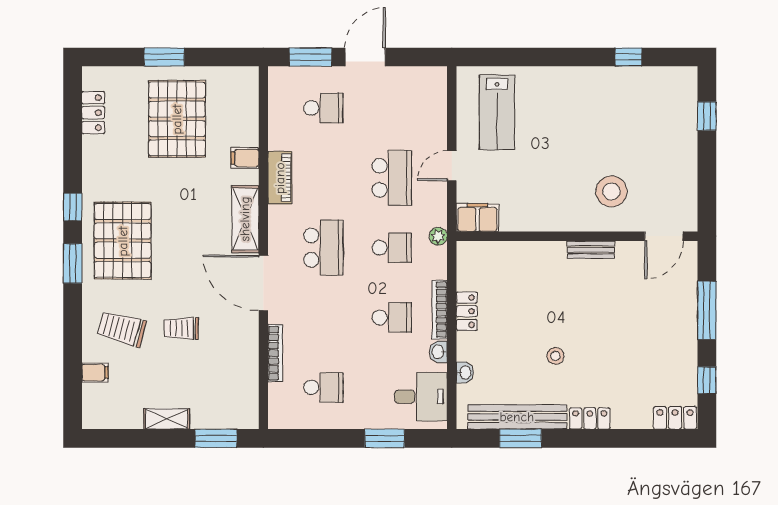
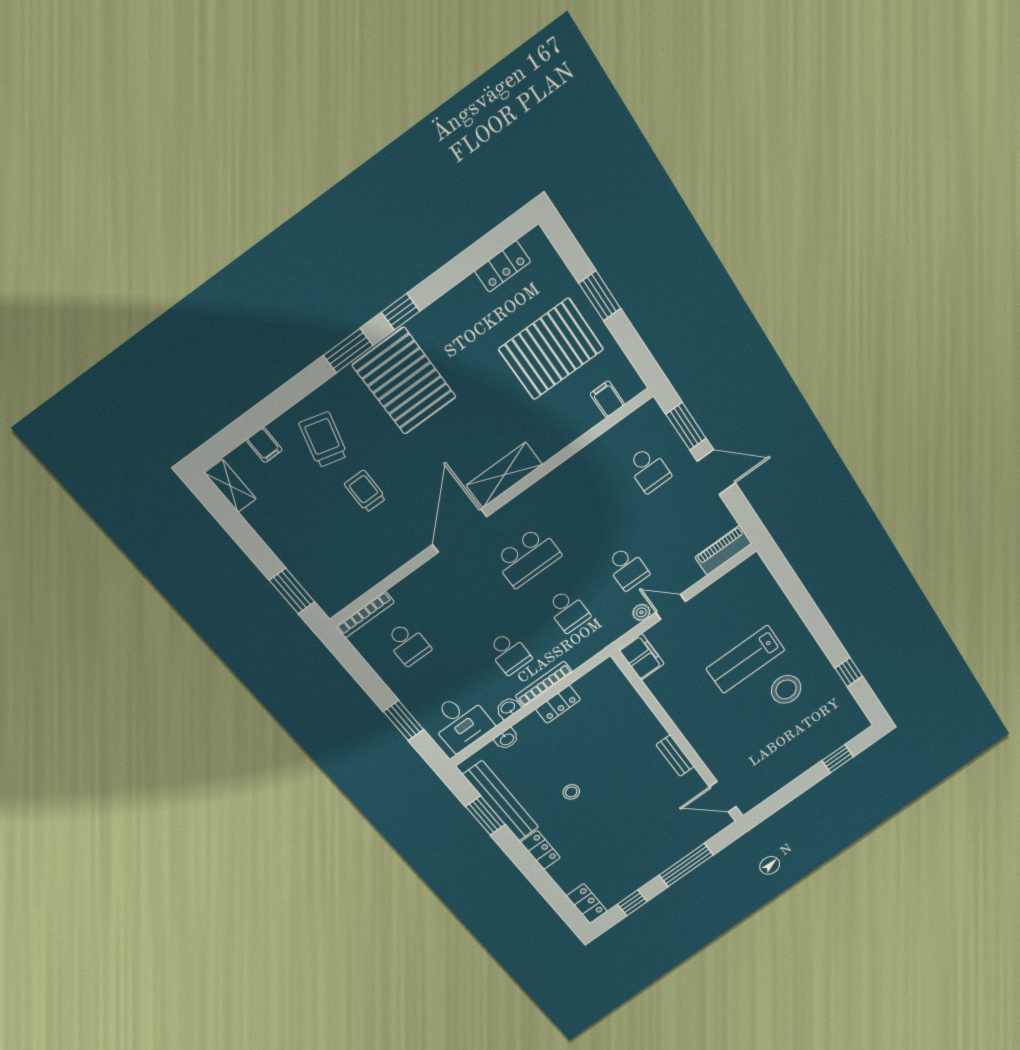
lab bench: (497, 112) -> (745, 659), moved
filing cabinet: (245, 158) -> (607, 399), moved
piano: (280, 178) -> (723, 550), moved, turned 180
school desk: (392, 178) -> (627, 568), width x0.54
stool: (611, 191) -> (786, 689), moved
plant: (438, 236) -> (641, 612), moved
pallet: (123, 241) -> (404, 381), turned 90
bookcase: (275, 353) -> (365, 614), moved
shelving: (167, 419) -> (230, 486), moved

